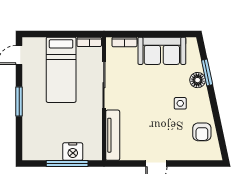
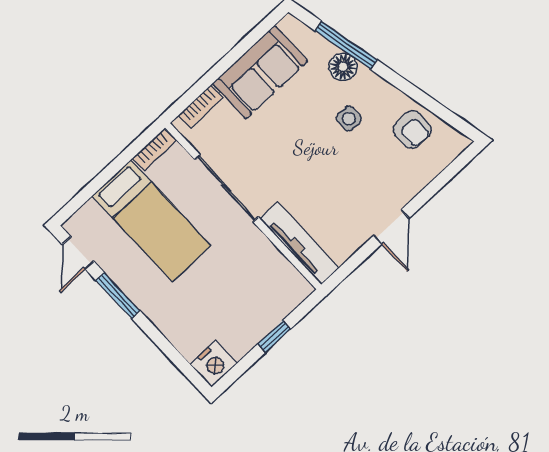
window: (207, 72) -> (346, 45), width x1.44
window: (19, 101) -> (118, 296), moved
nightstand: (73, 152) -> (214, 364), moved
window: (67, 164) -> (274, 336), width x0.46

